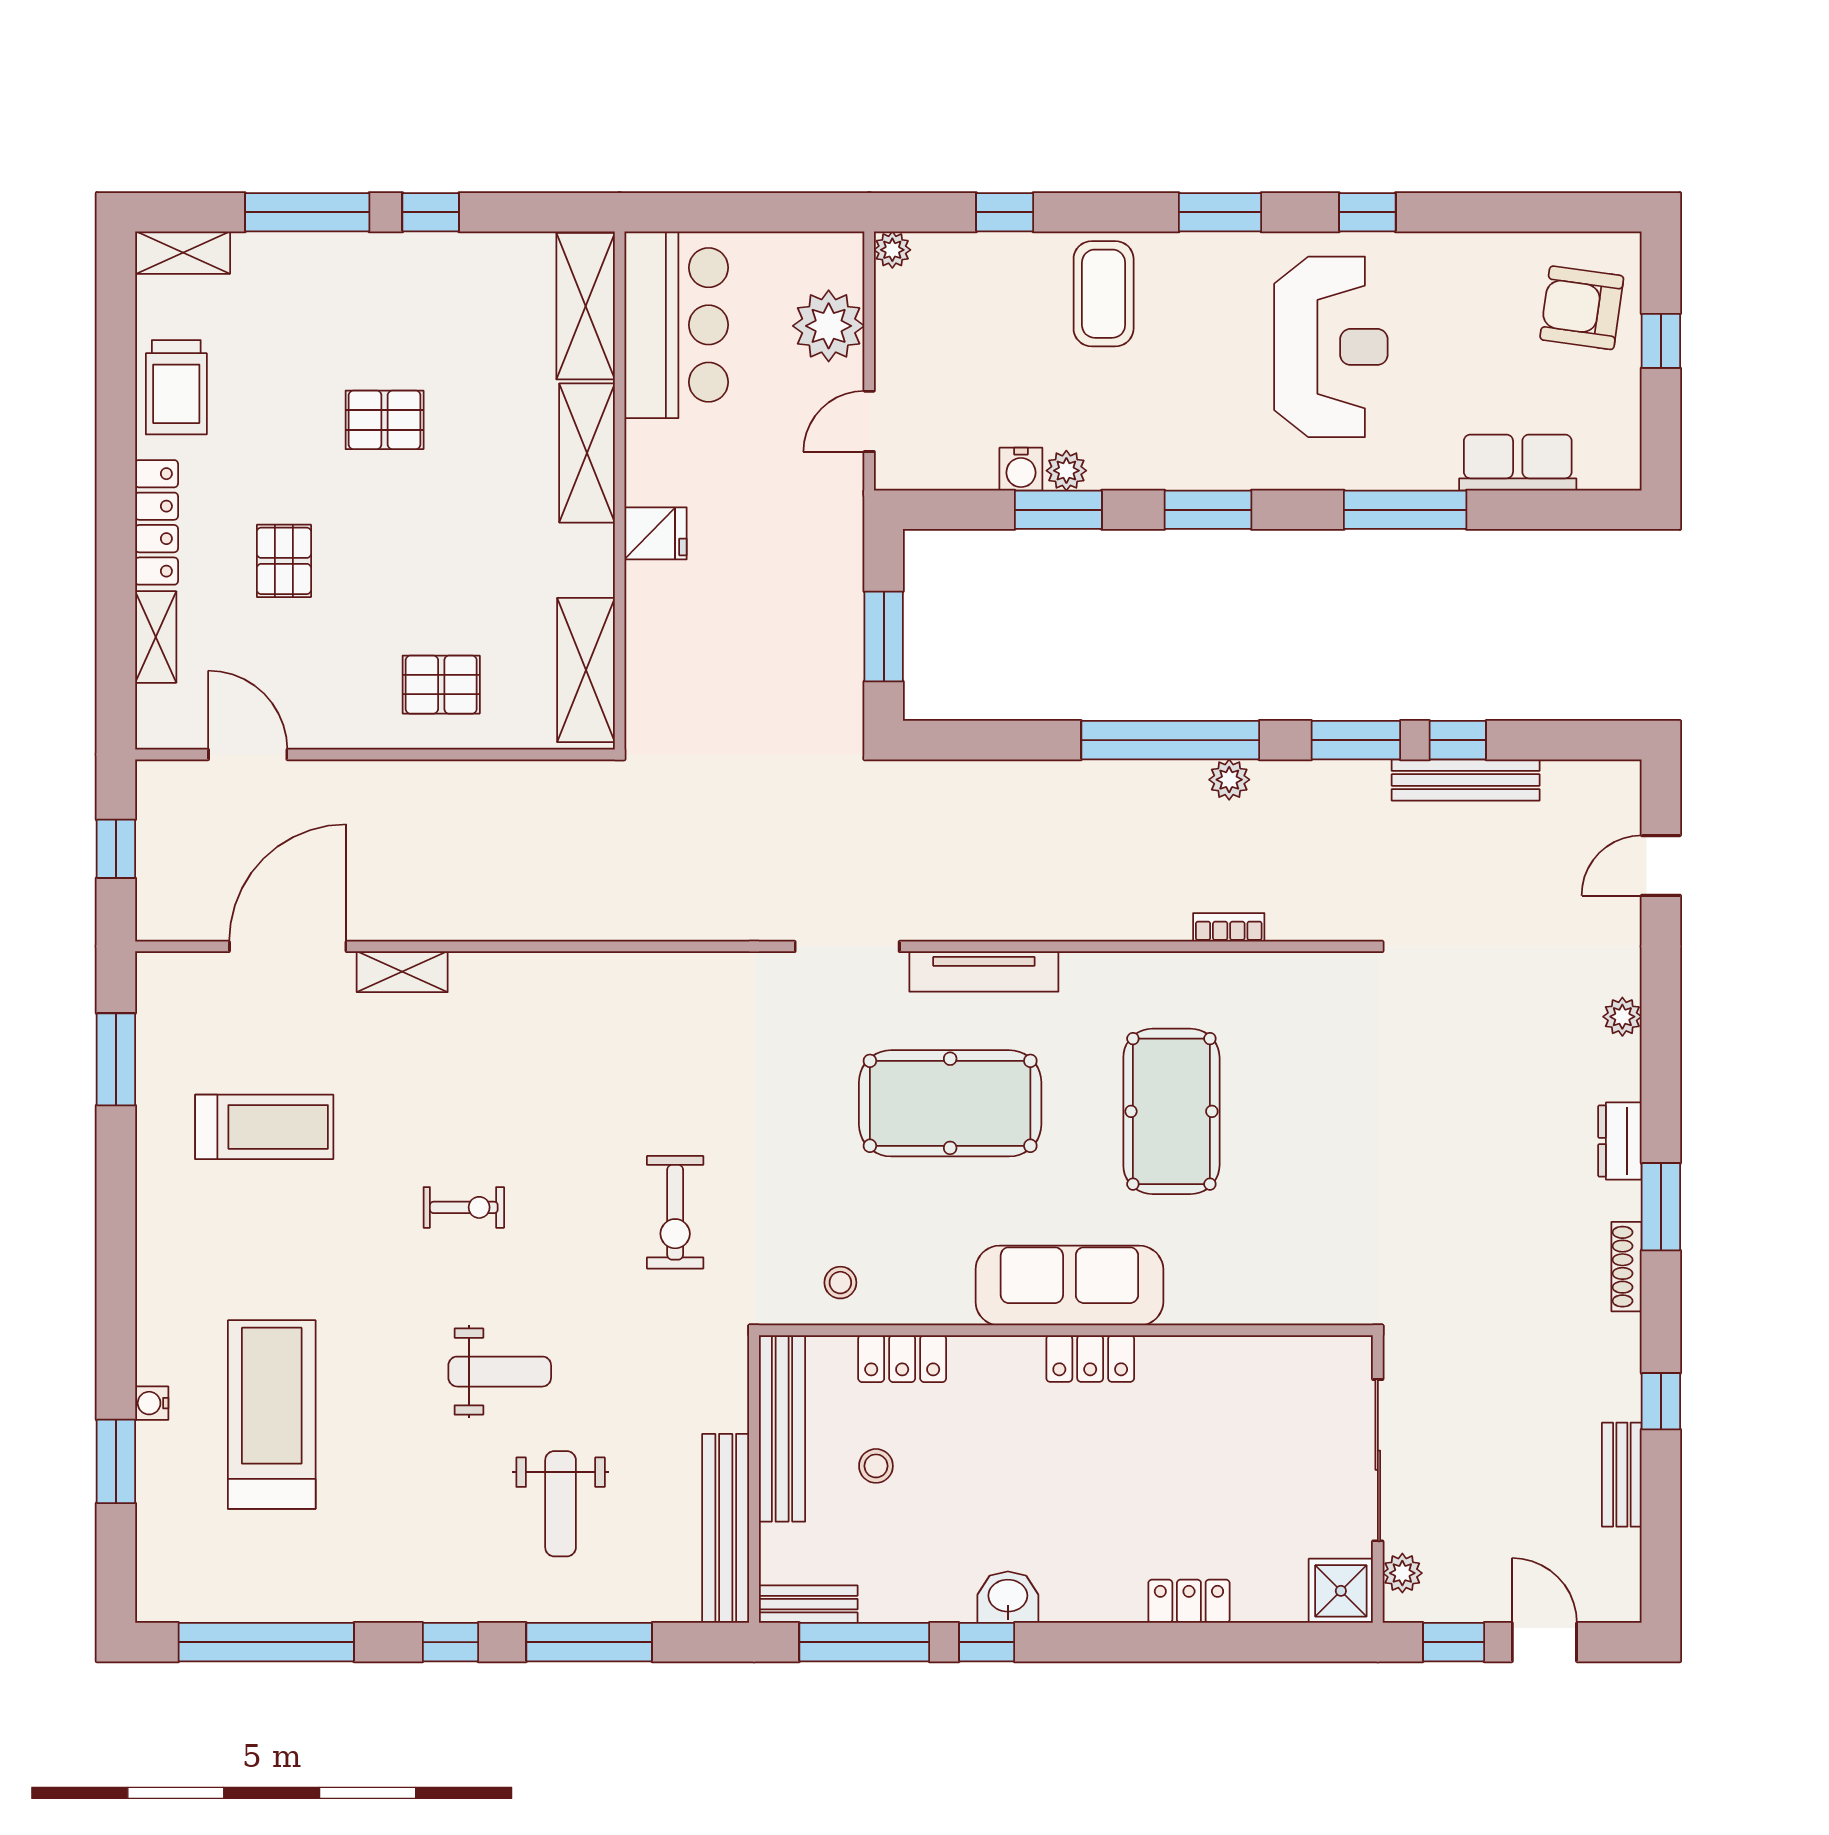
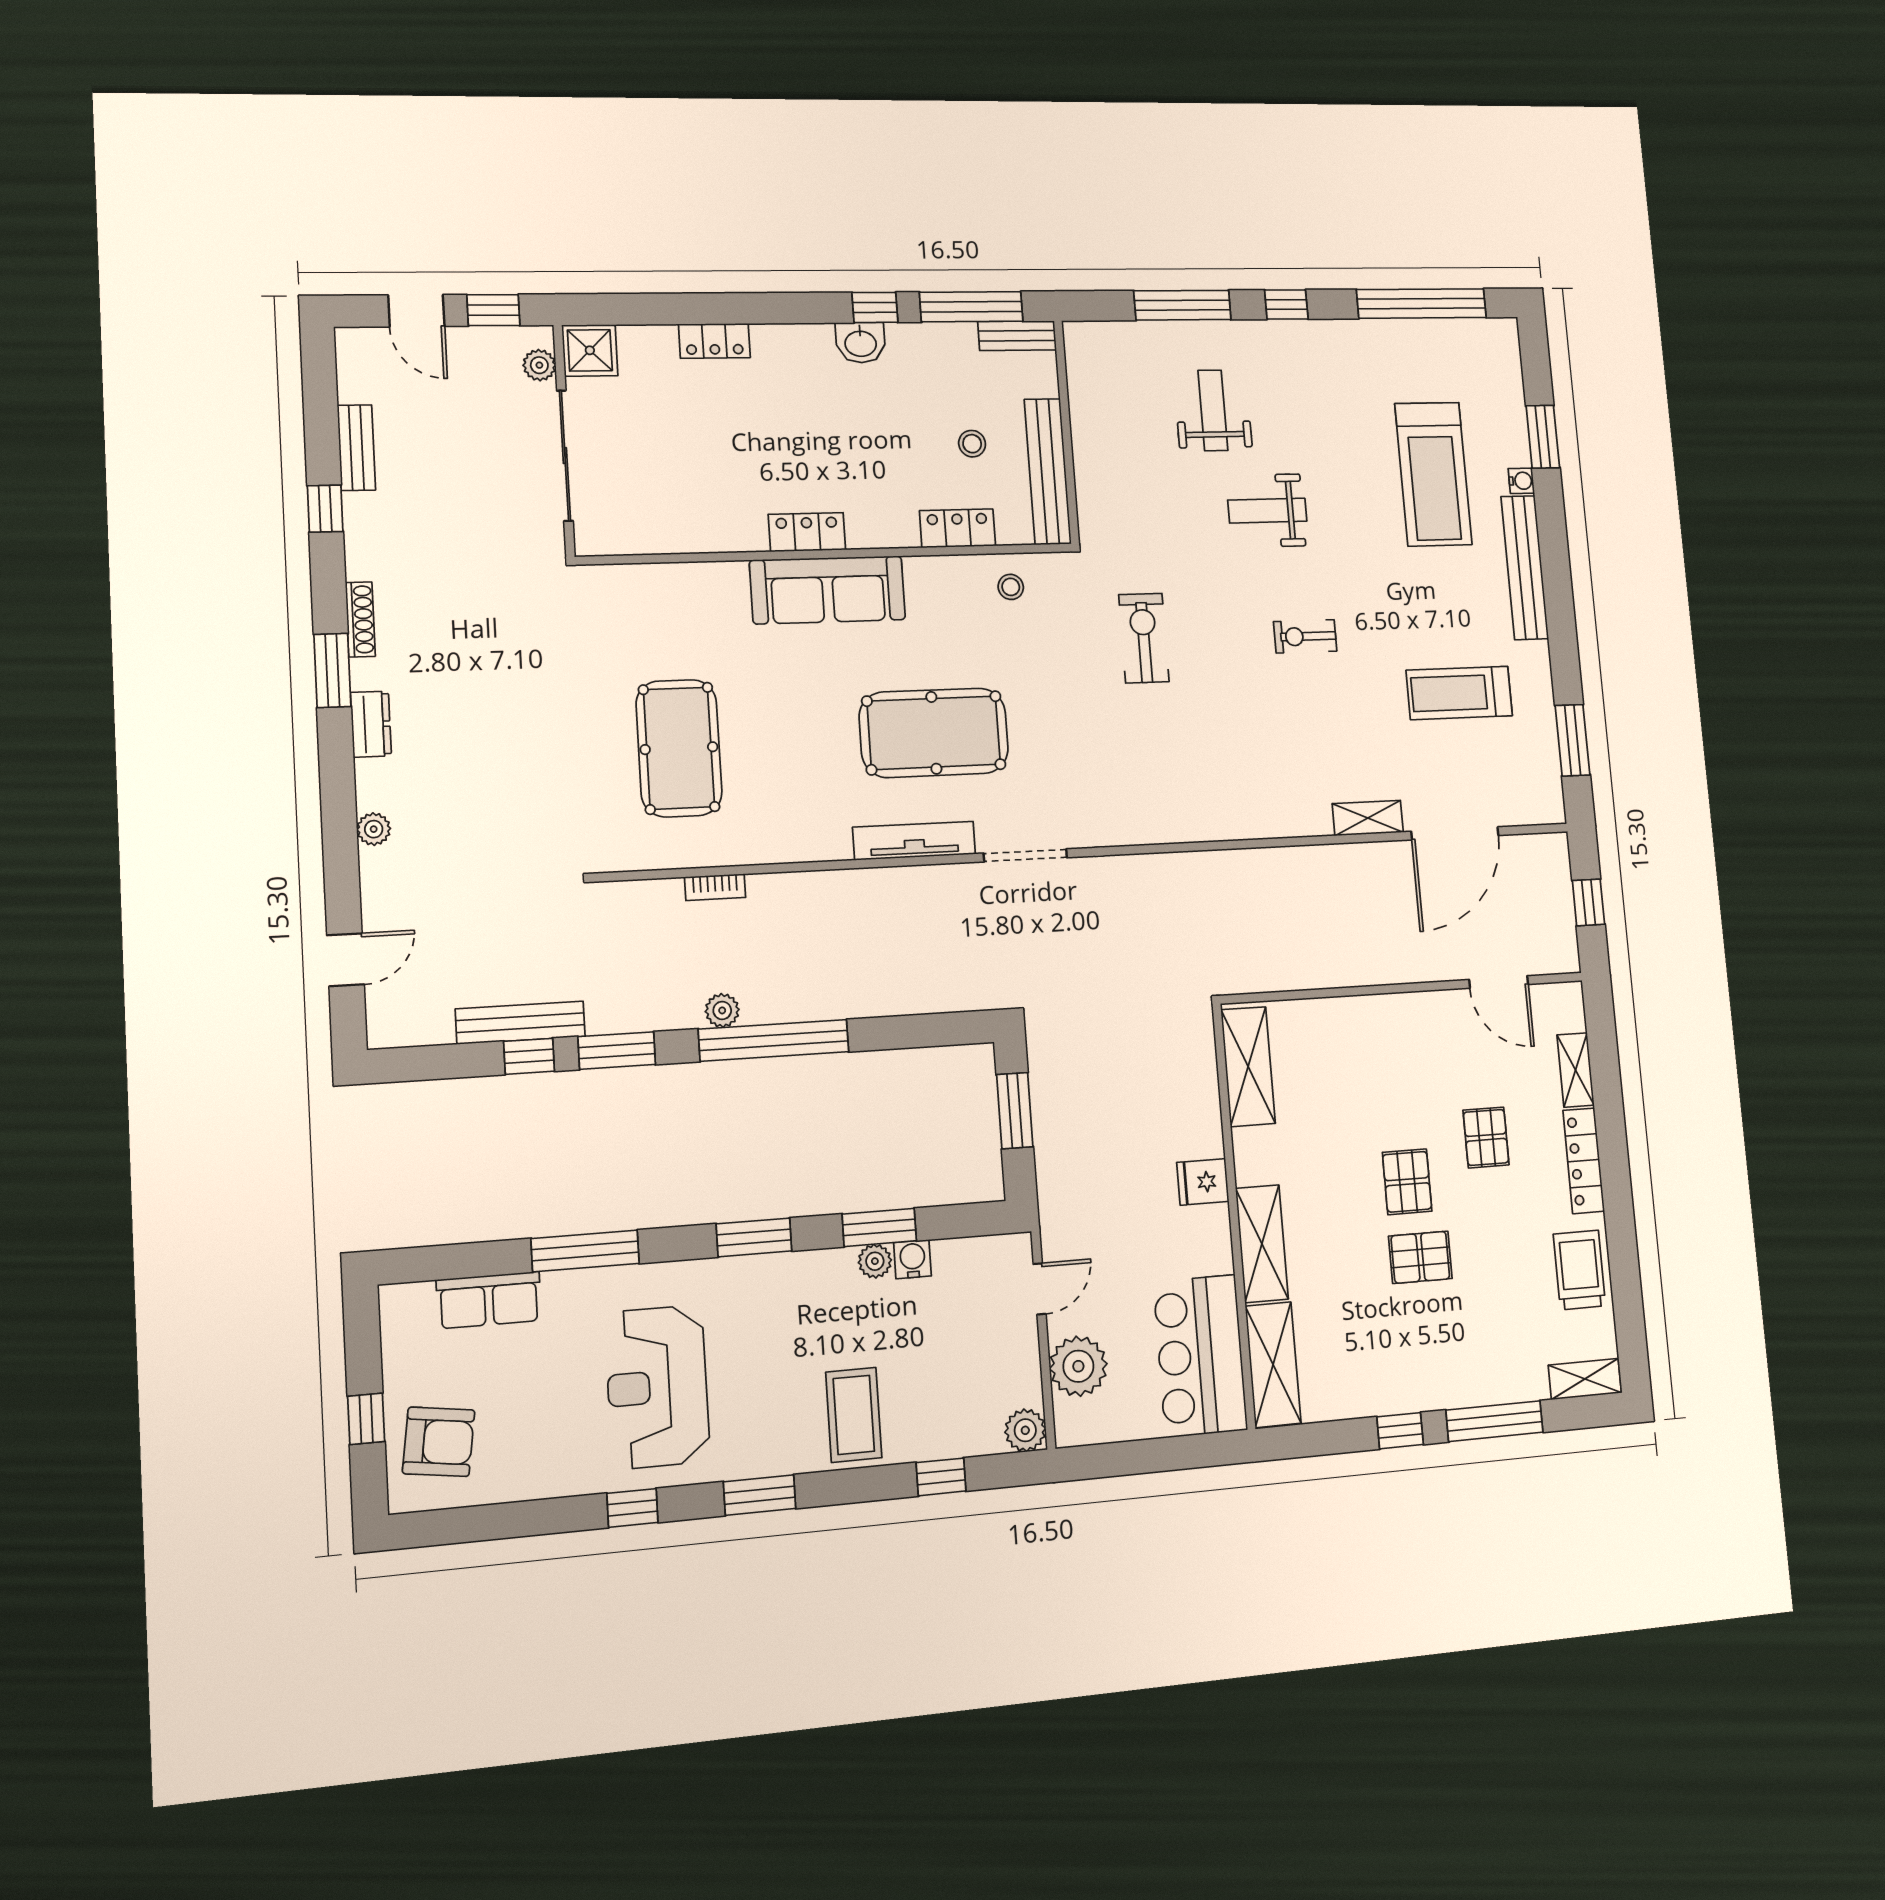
plant: (892, 250) -> (1025, 1430), width x1.38, depth x1.38
pallet: (441, 685) -> (1407, 1182), moved, turned 90
pool table: (1171, 1111) -> (679, 748), moved
bench: (726, 1528) -> (1525, 568), moved

